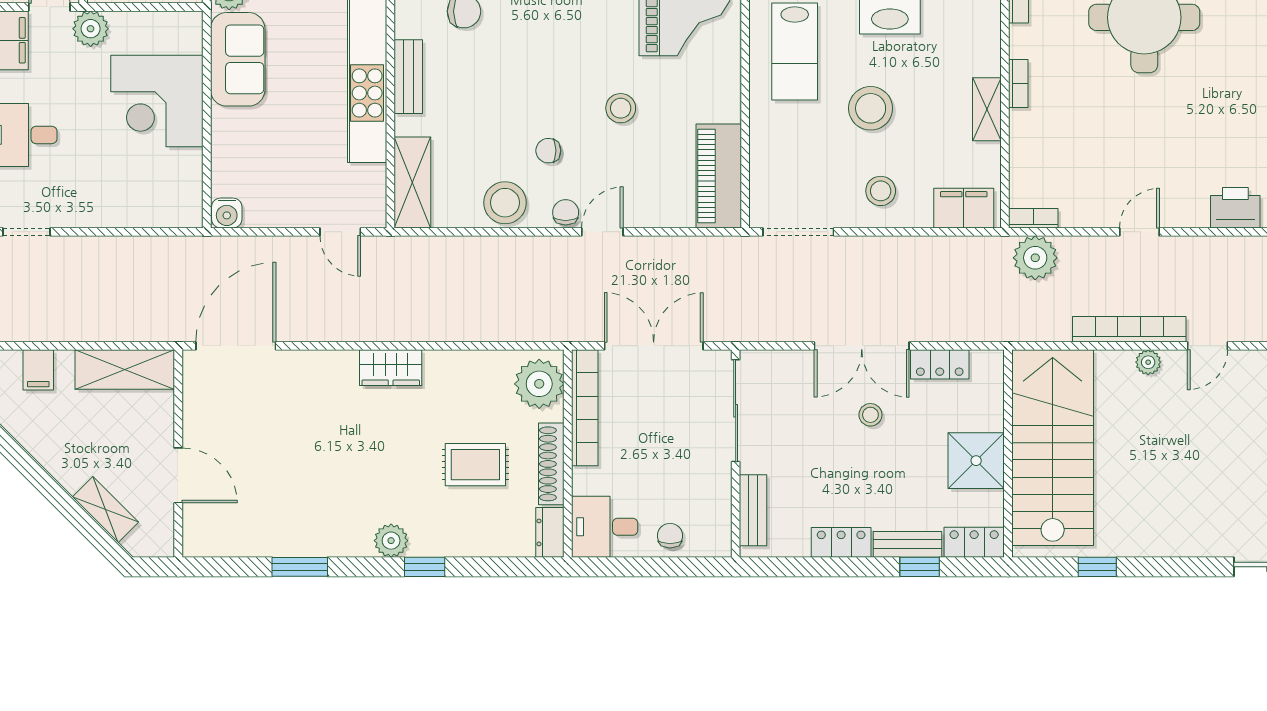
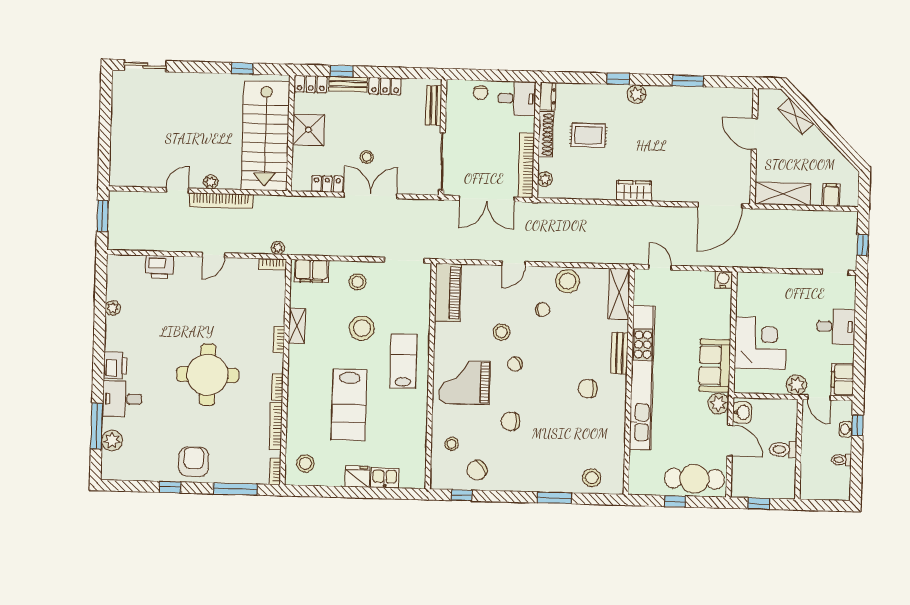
chair: (566, 212) -> (515, 364), moved, turned 61
plant: (1035, 258) -> (278, 248), width x0.53, depth x0.53
plant: (539, 384) -> (545, 179), width x0.53, depth x0.53

